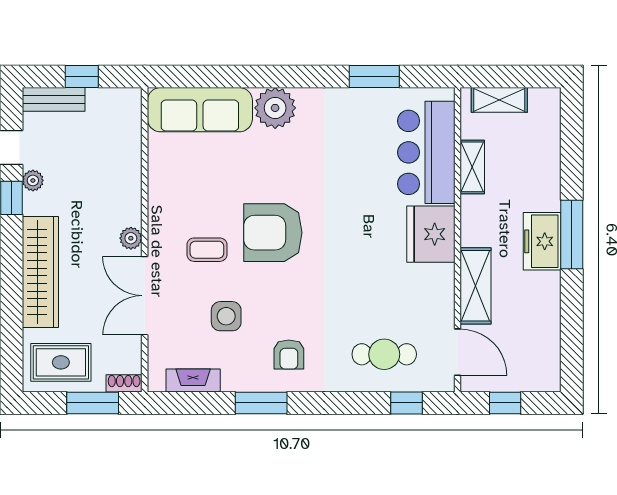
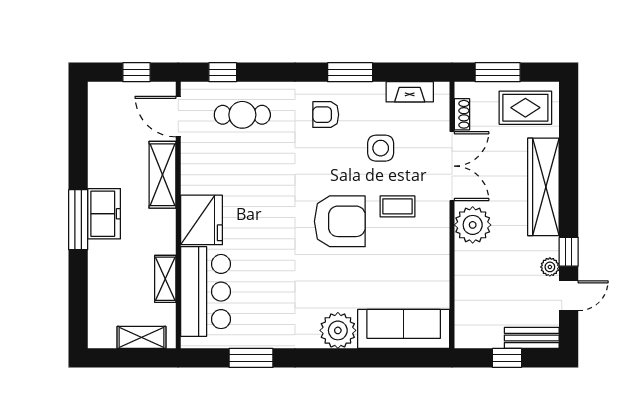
plant: (131, 238) -> (473, 225), width x1.87, depth x1.87
armchair: (289, 355) -> (326, 115), turned -90
shoe rack: (124, 383) -> (462, 114), moved, turned -90

